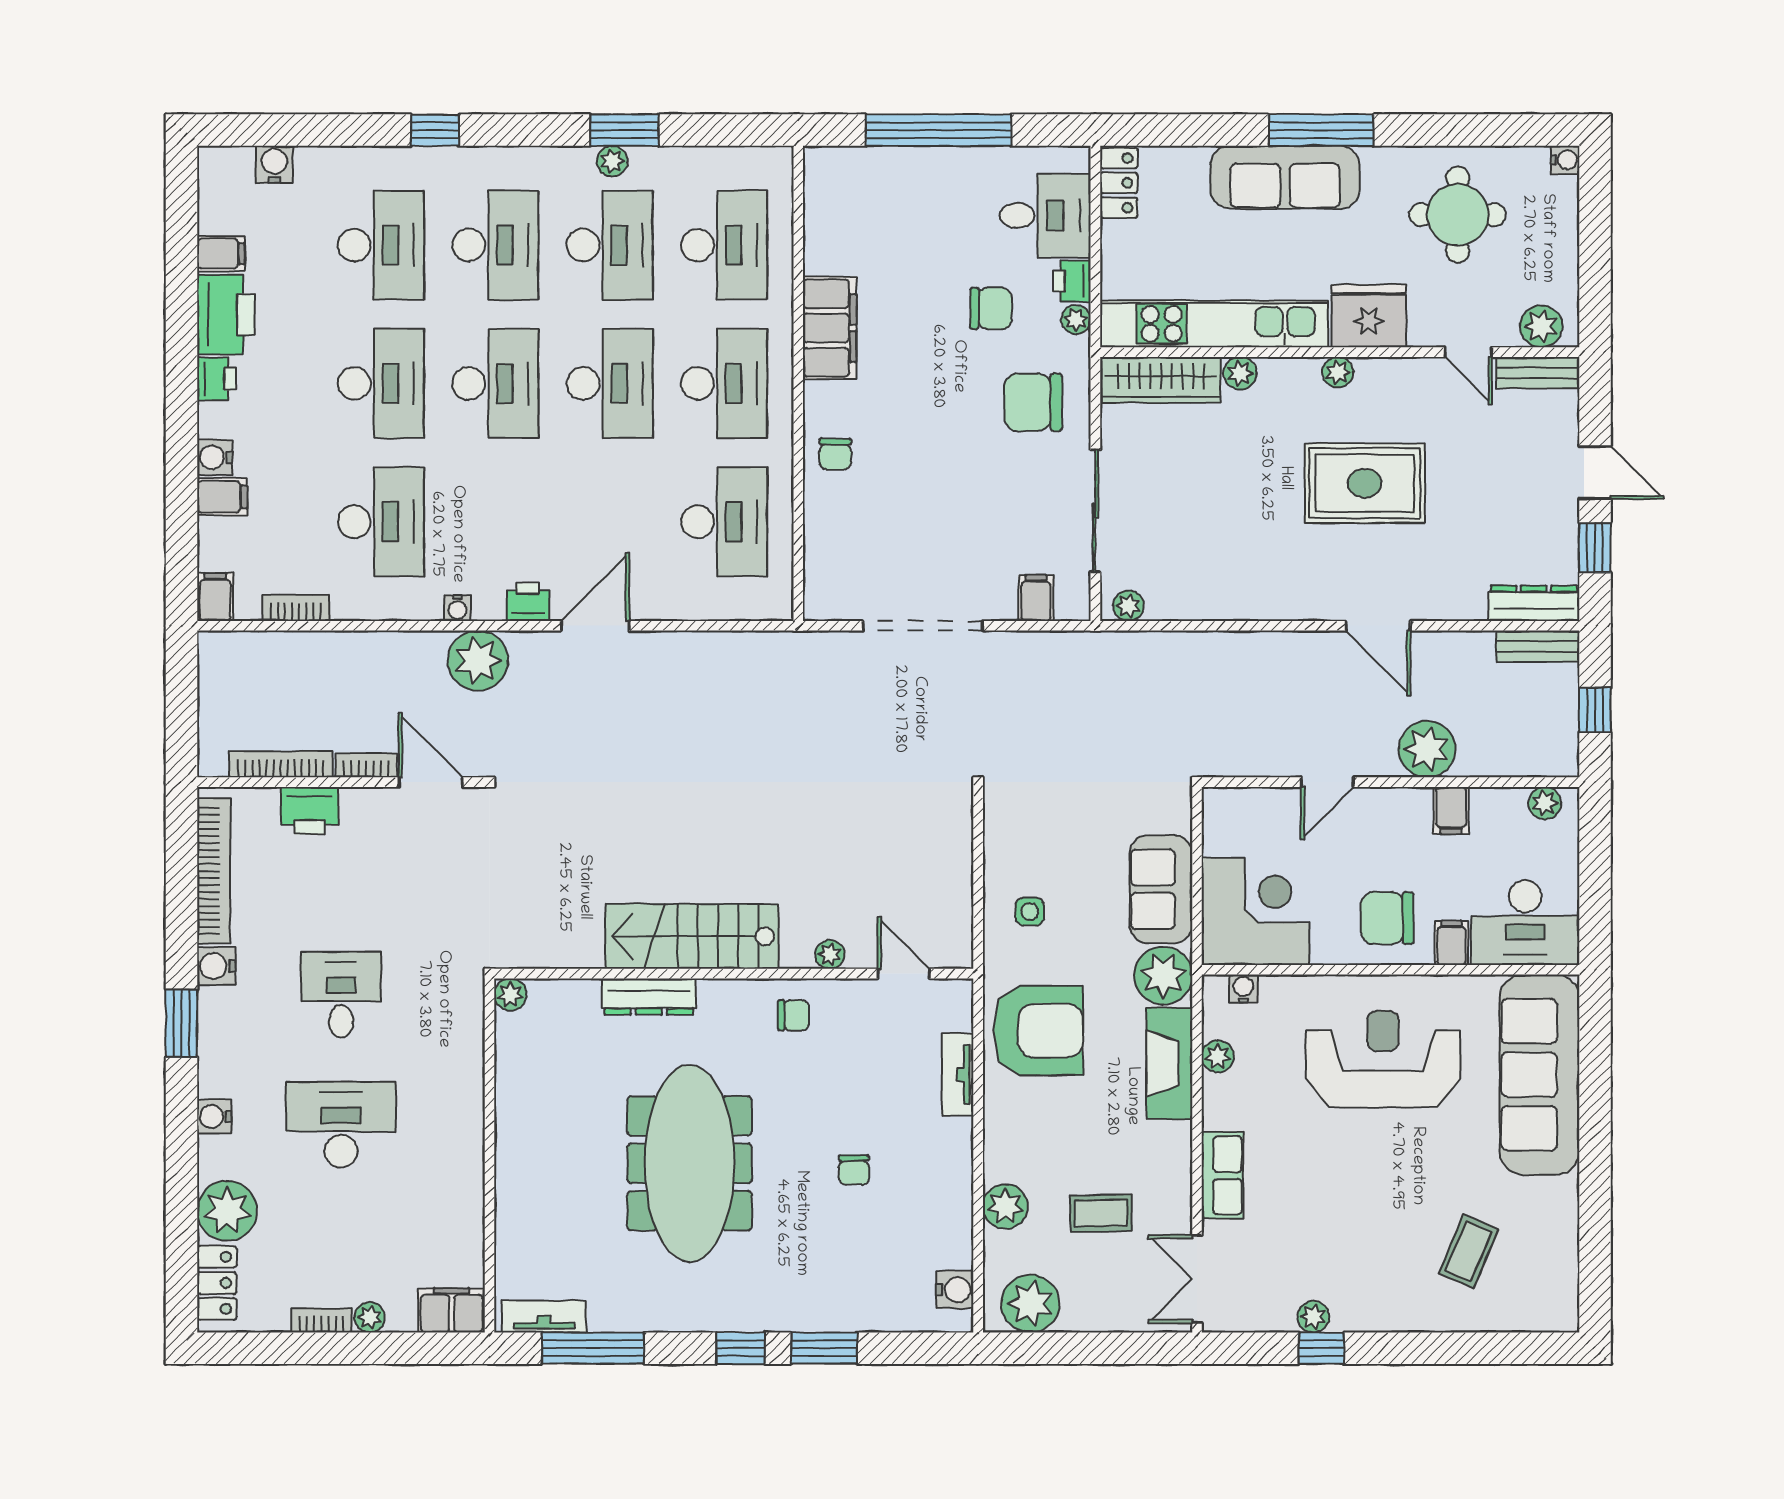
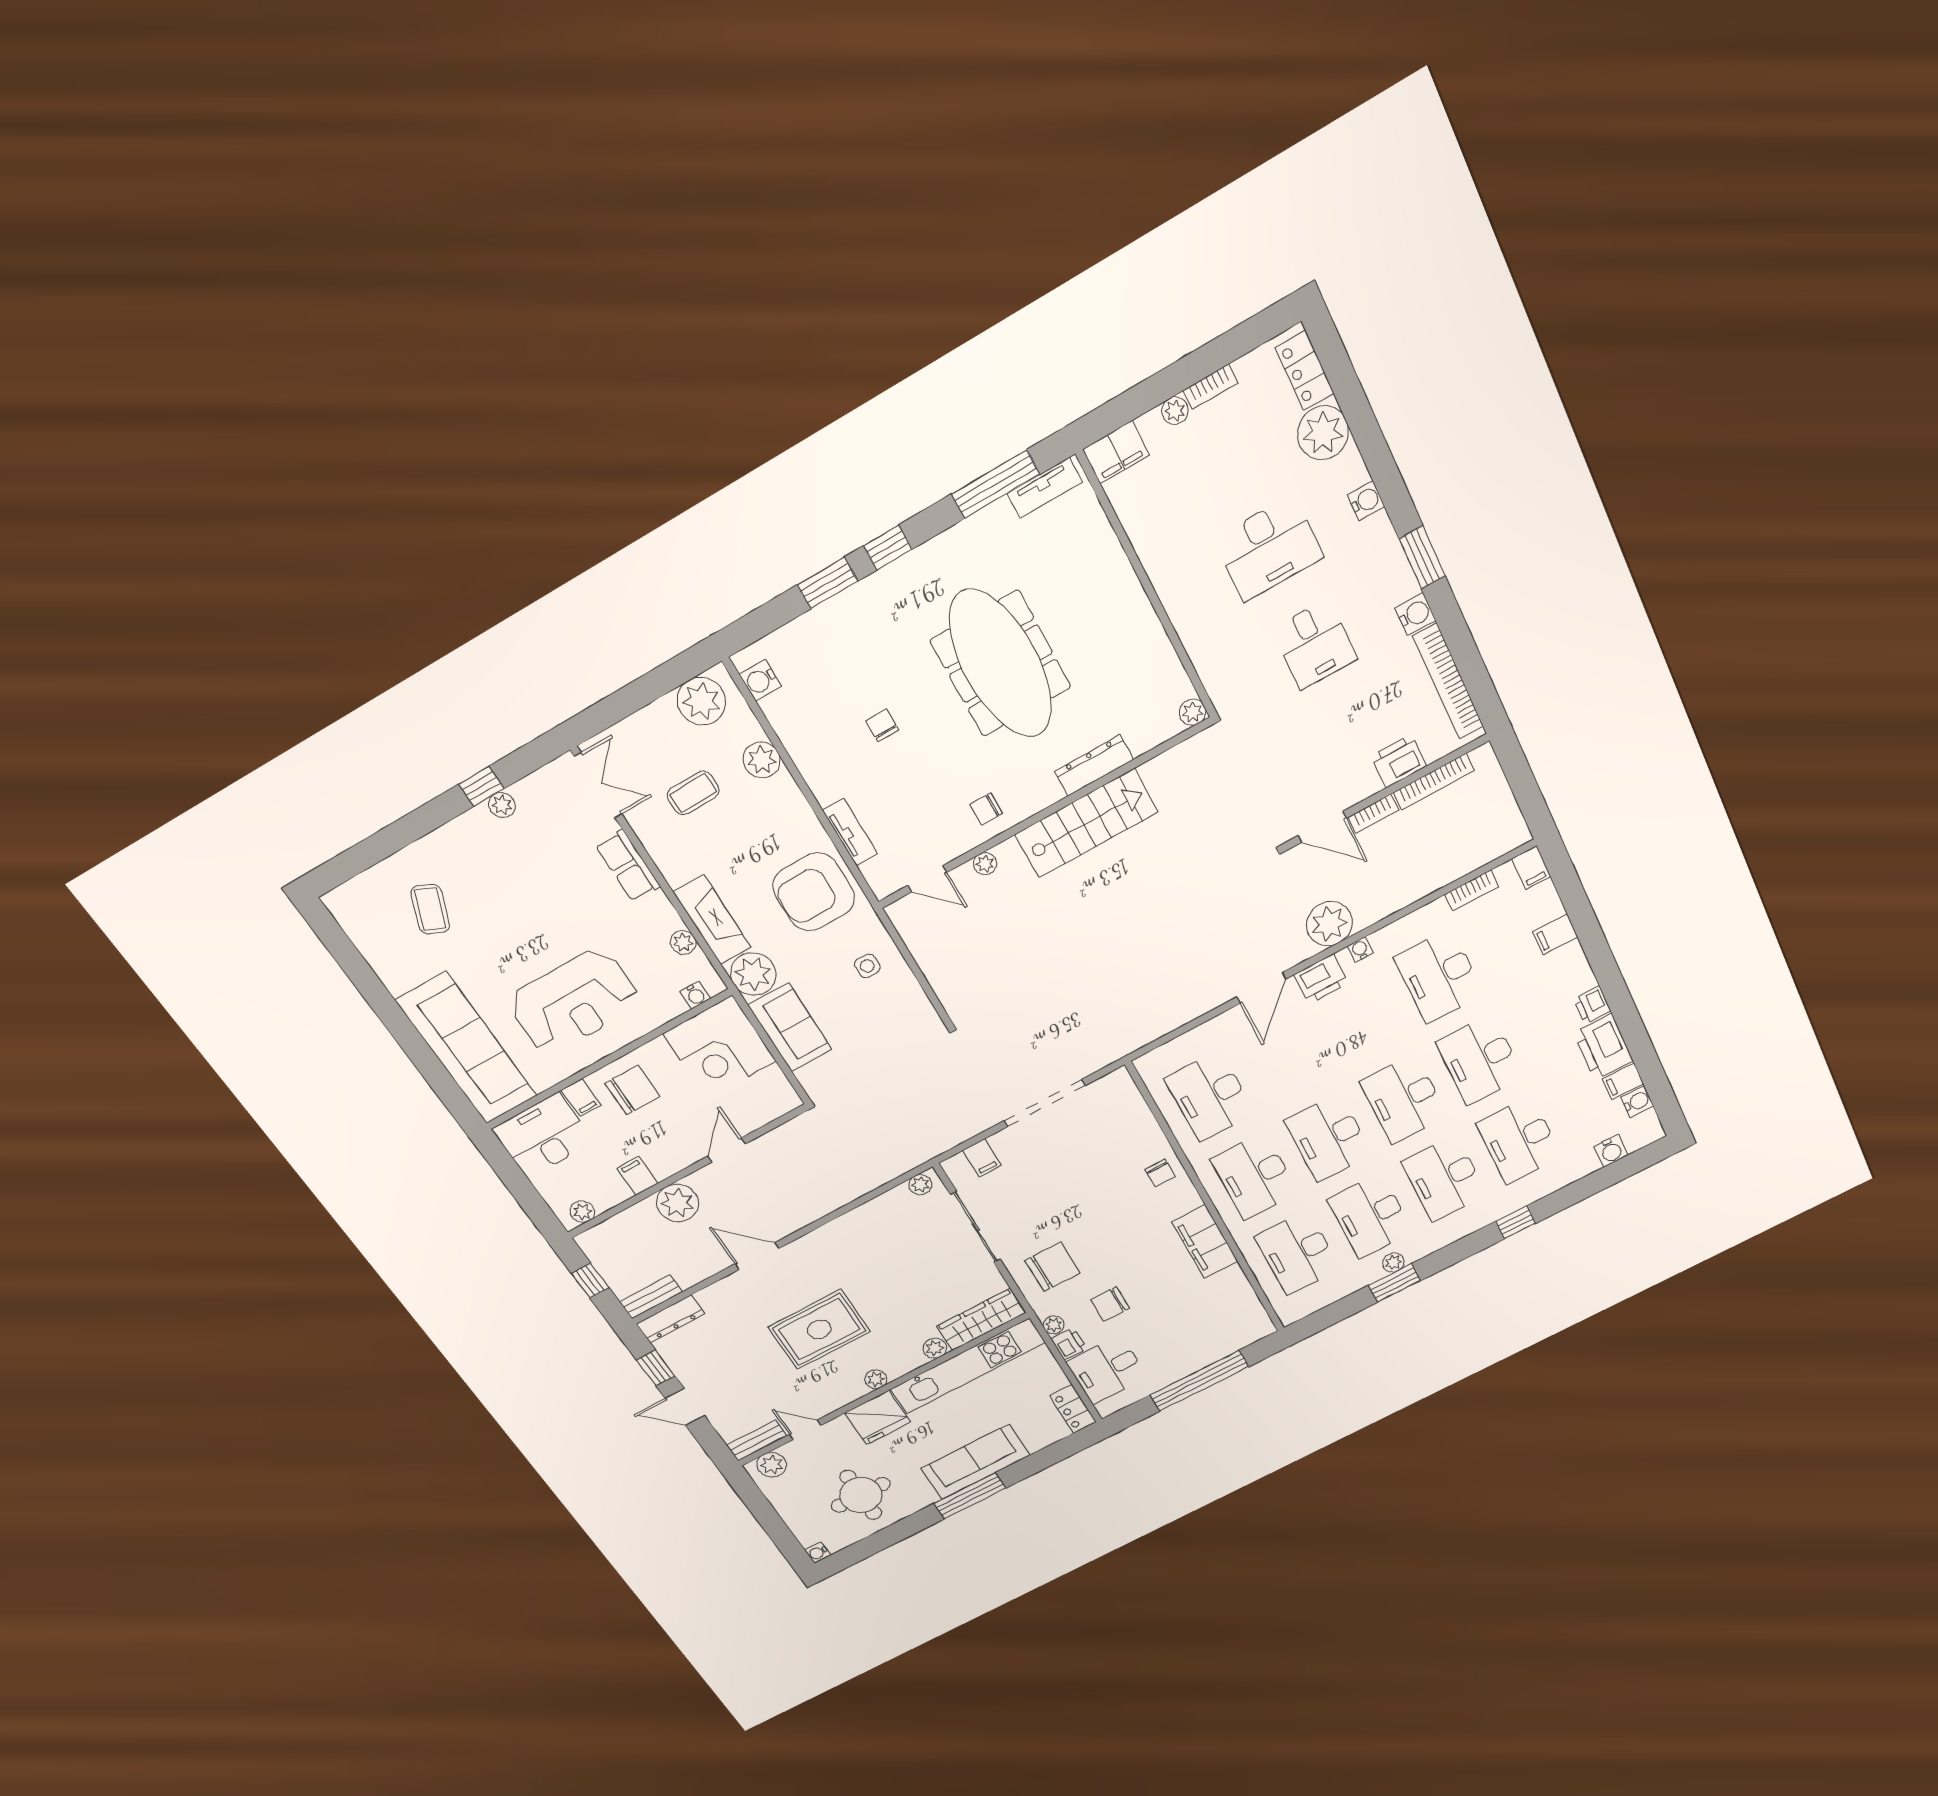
chair: (835, 454) -> (1160, 1173), turned 180
water cooler: (215, 457) -> (1637, 1102), moved
printer: (528, 602) -> (1321, 979), width x1.36, depth x1.24

